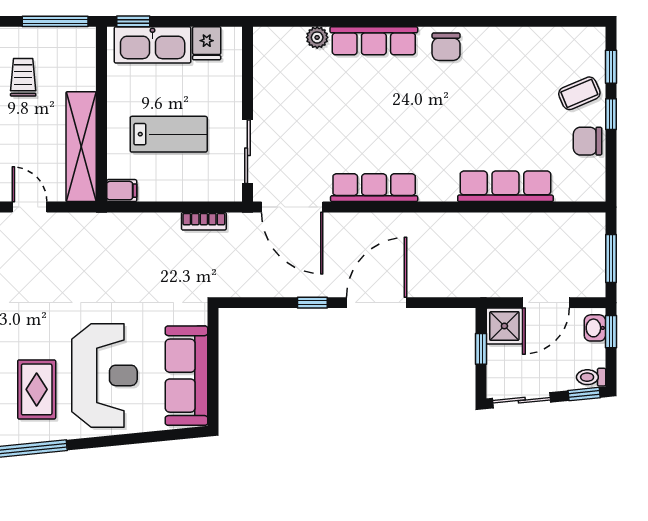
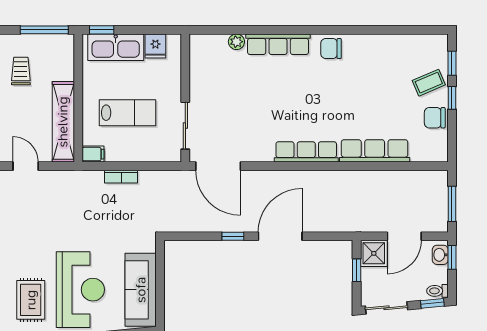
chair: (446, 47) -> (331, 49), turned 90
row of seats: (374, 188) -> (306, 152), moved
bookcase: (204, 221) -> (121, 177), moved

